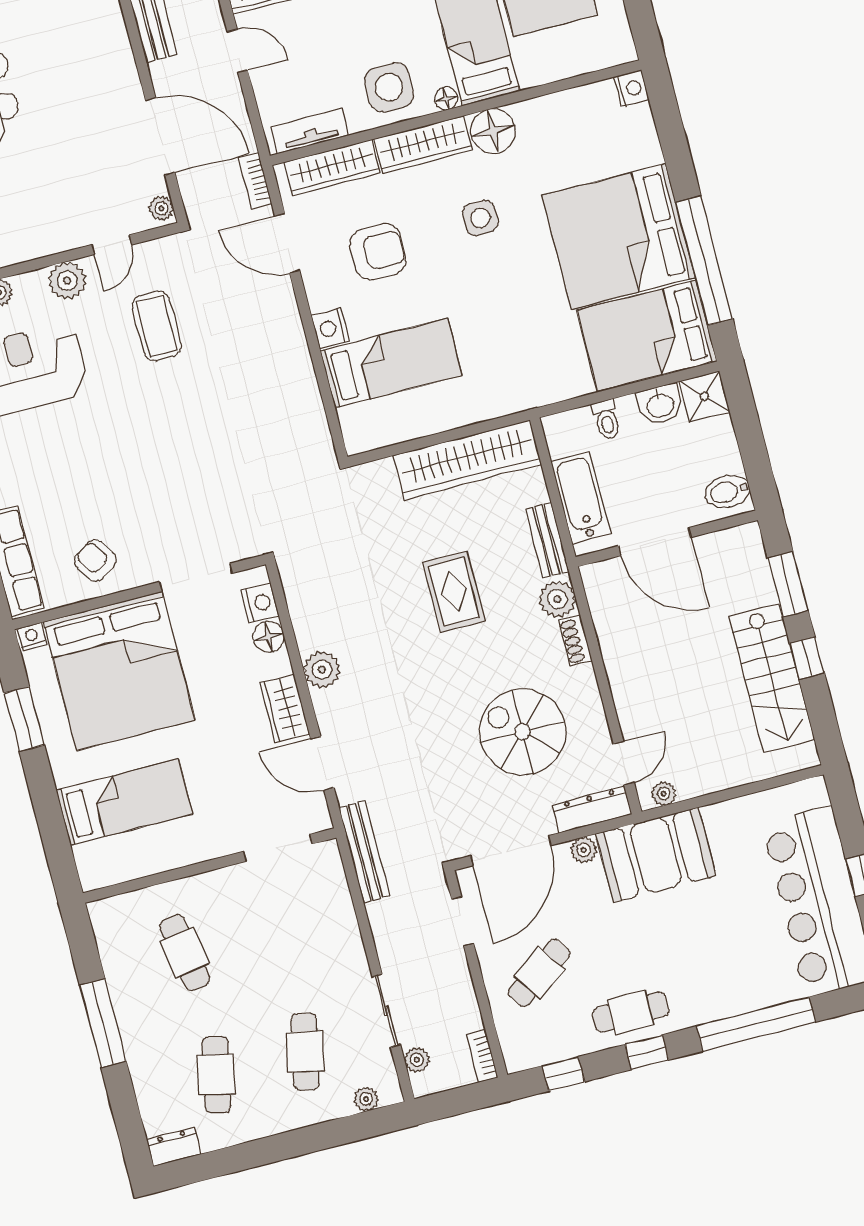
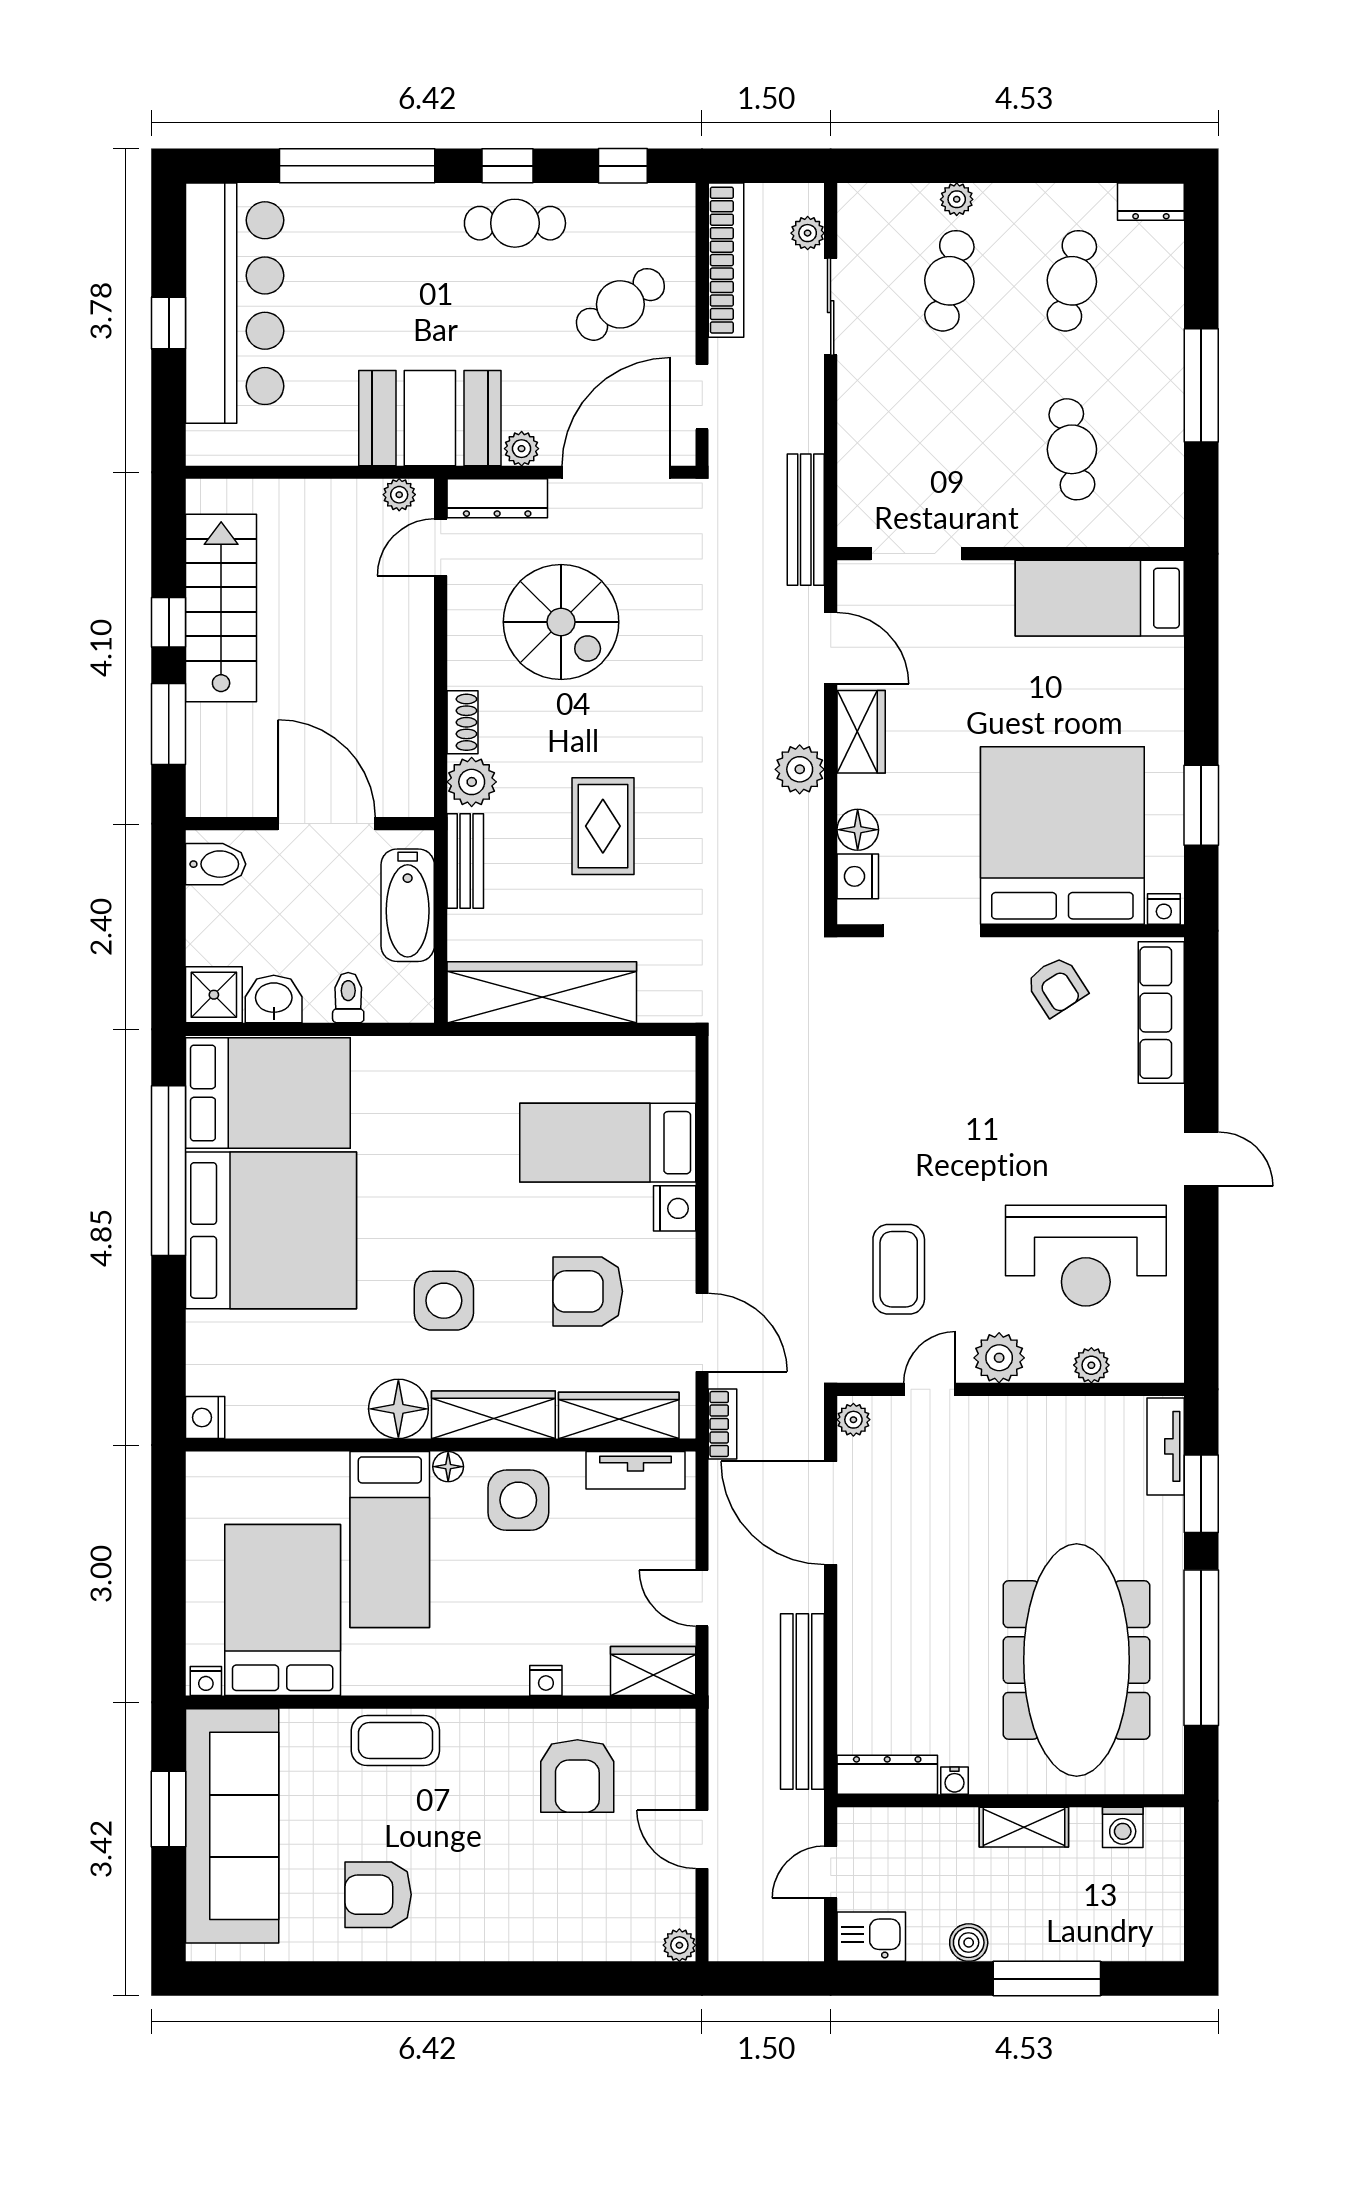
side table: (480, 218) -> (444, 1301), width x1.37, depth x1.37
bed: (124, 802) -> (1100, 598), moved
bookcase: (482, 1056) -> (726, 260), width x2.31, depth x1.31
plant: (366, 1099) -> (957, 199), moved

